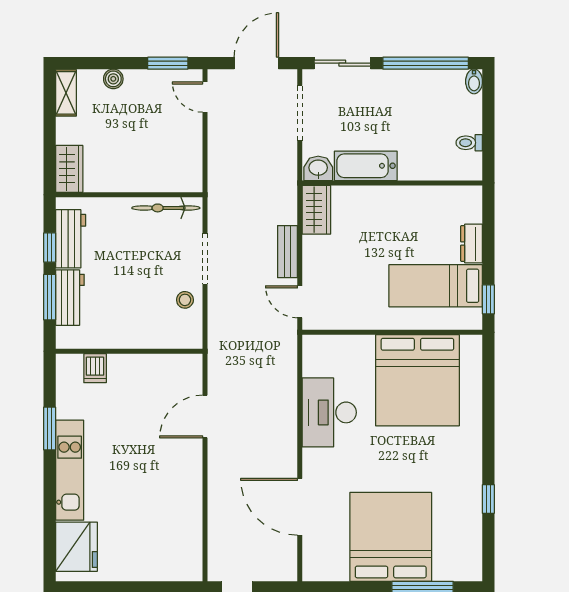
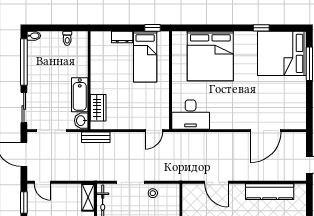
door: (205, 97) -> (42, 182), hinge flipped
shelving: (177, 181) -> (88, 197), added
wardrobe: (316, 210) -> (98, 108), moved, turned 90
bench: (288, 252) -> (96, 137), moved
bed: (417, 380) -> (210, 56), moved, turned 90
desk: (329, 412) -> (191, 115), moved
kitchen counter: (188, 514) -> (270, 192), added
bed: (391, 537) -> (282, 53), moved

